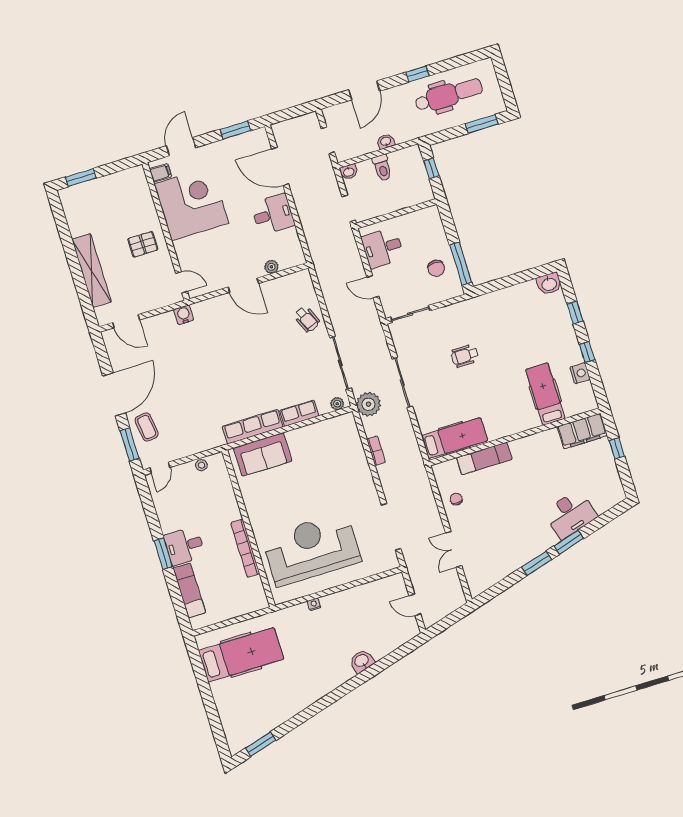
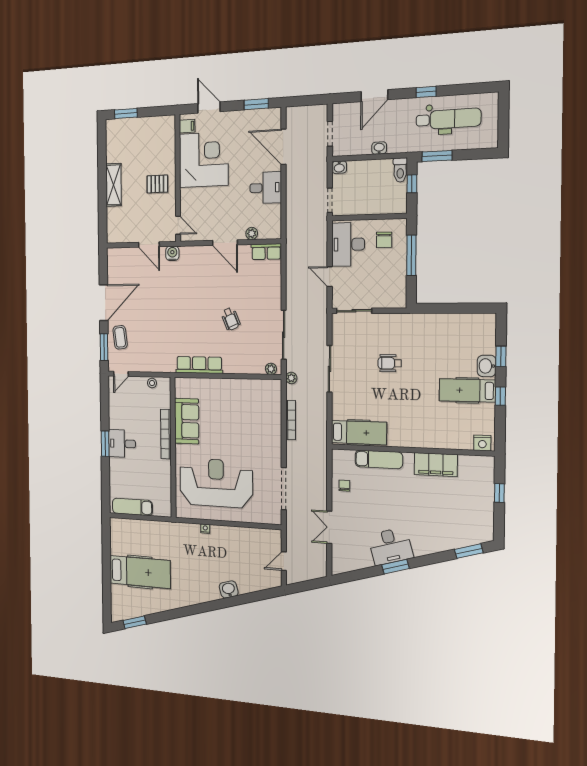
window: (482, 124) -> (437, 156), moved
door: (181, 147) -> (209, 108), hinge flipped
toilet: (382, 168) -> (400, 170), moved
desk: (383, 248) -> (348, 244), width x1.37
window: (461, 264) -> (411, 255), moved
chair: (436, 268) -> (384, 240), moved
shelving: (92, 271) -> (114, 185), width x0.68
washbasin: (549, 284) -> (487, 366), moved, turned 90
wheelchair: (307, 319) -> (231, 319), moved
door: (126, 321) -> (149, 245), moved
nightstand: (580, 373) -> (482, 443), moved, turned 90
hospital bed: (545, 394) -> (467, 390), moved, turned -90
plant: (369, 404) -> (291, 378), width x0.53, depth x0.53
row of seats: (299, 413) -> (266, 252), moved, turned 180
filing cabinet: (582, 431) -> (436, 465), moved
bookcase: (376, 451) -> (291, 420), width x1.56
sofa: (263, 454) -> (187, 421), moved, turned -90
desk: (570, 514) -> (390, 546), moved
window: (569, 542) -> (469, 551), moved
bookcase: (245, 548) -> (166, 434), moved
exam couch: (189, 590) -> (132, 507), moved, turned -90
door: (415, 605) -> (284, 561), hinge flipped
hospital bed: (241, 655) -> (140, 572), moved

